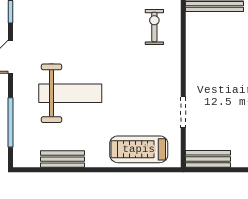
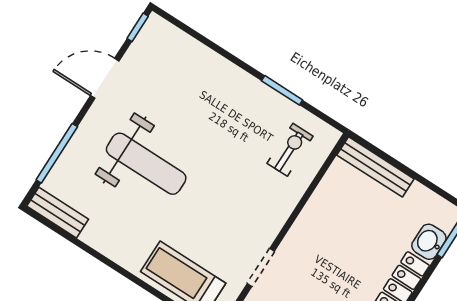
bench: (63, 159) -> (58, 213), moved

